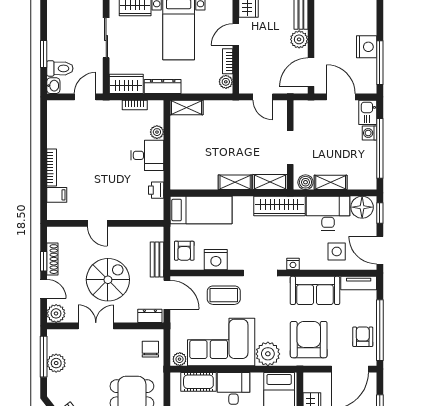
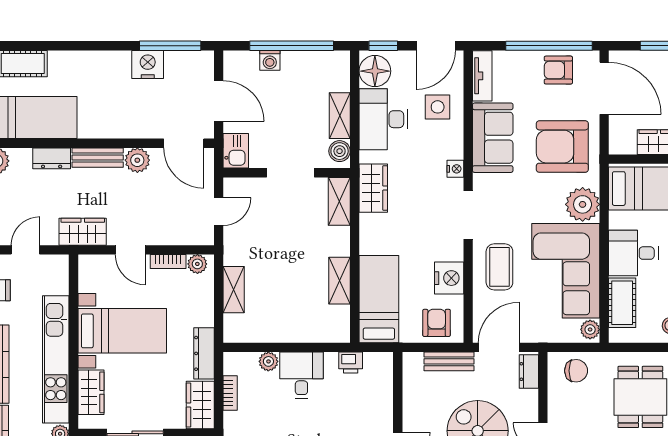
door: (341, 97) -> (219, 101), swing flipped
shelving: (187, 107) -> (234, 290), moved
kitchen sink: (368, 112) -> (236, 151), moved, turned -90
shelving: (235, 182) -> (340, 281), moved
wardrobe: (279, 206) -> (373, 188), width x0.67
armchair: (184, 251) -> (437, 323), turned -90
chair: (150, 349) -> (576, 371), turned 180

